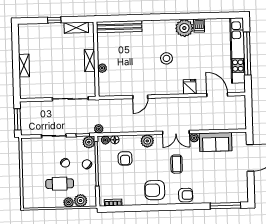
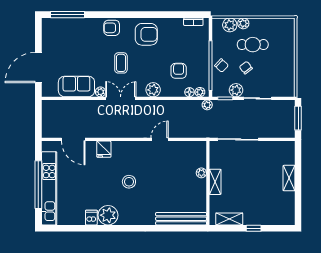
plant: (89, 142) -> (236, 90), moved

